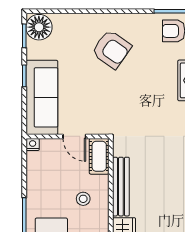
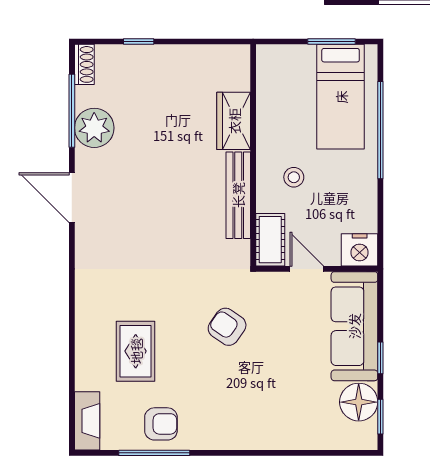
floor lamp: (39, 27) -> (359, 402), moved
armchair: (112, 49) -> (227, 327), moved, width x0.72, depth x0.72
nightstand: (33, 144) -> (360, 250), width x1.89, depth x1.79

